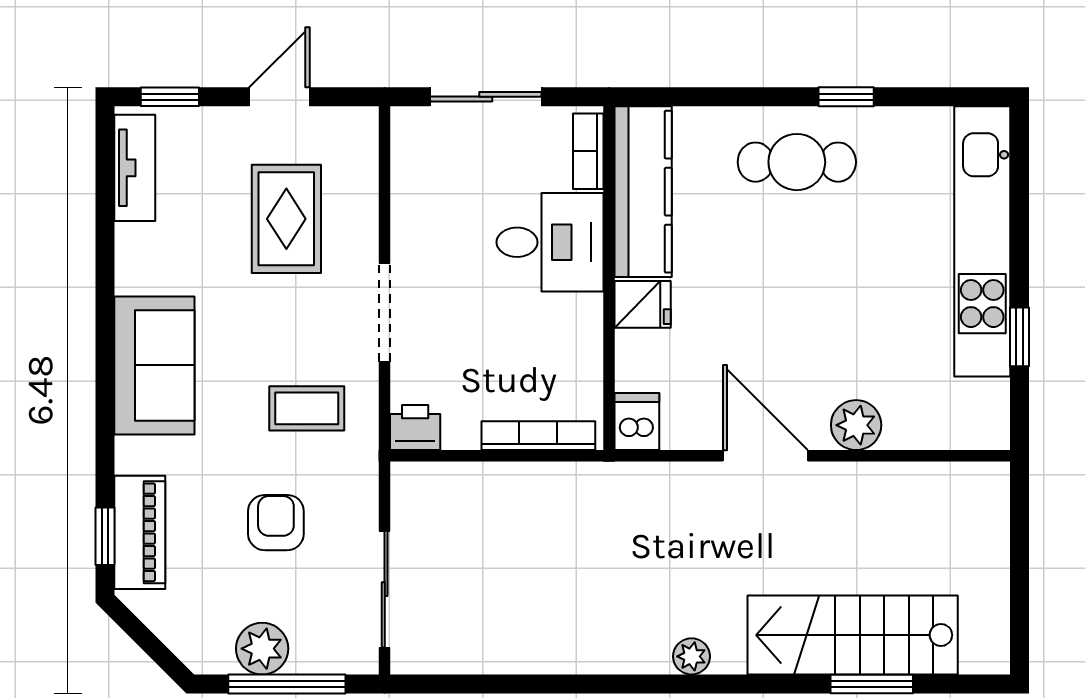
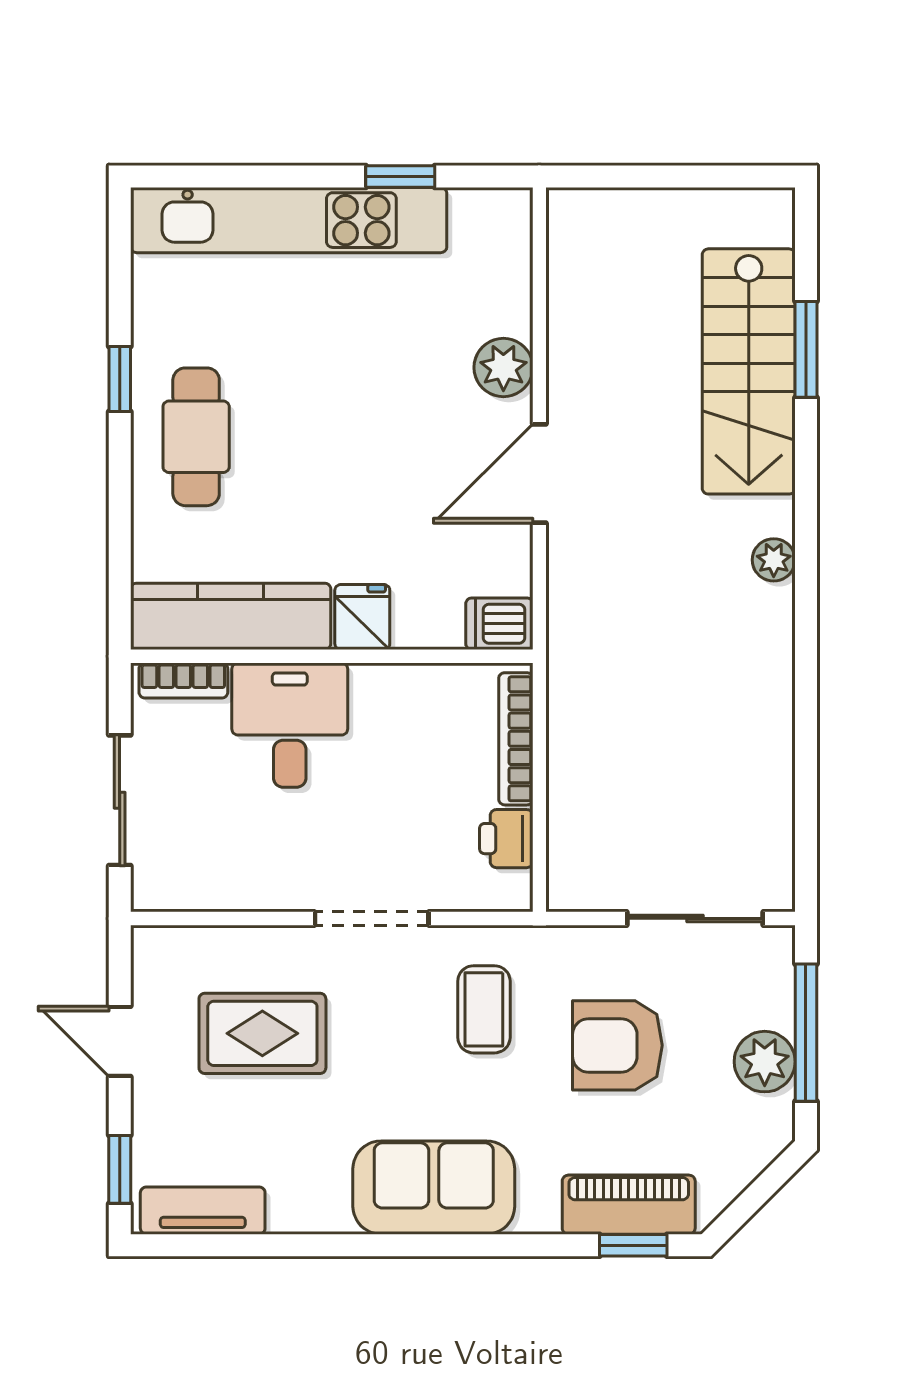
printer: (415, 428) -> (506, 839), moved
armchair: (276, 523) -> (617, 1045), width x1.38, depth x1.38

